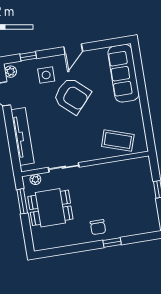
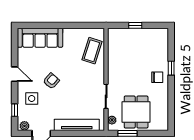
armchair: (72, 96) -> (51, 81), width x0.53, depth x0.53

